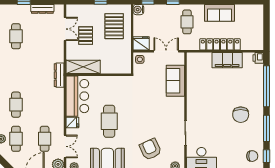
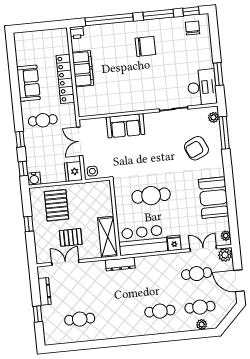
pallet: (114, 26) -> (56, 205), turned 90
sofa: (175, 81) -> (125, 126), moved
cafe table: (109, 121) -> (151, 196), moved

